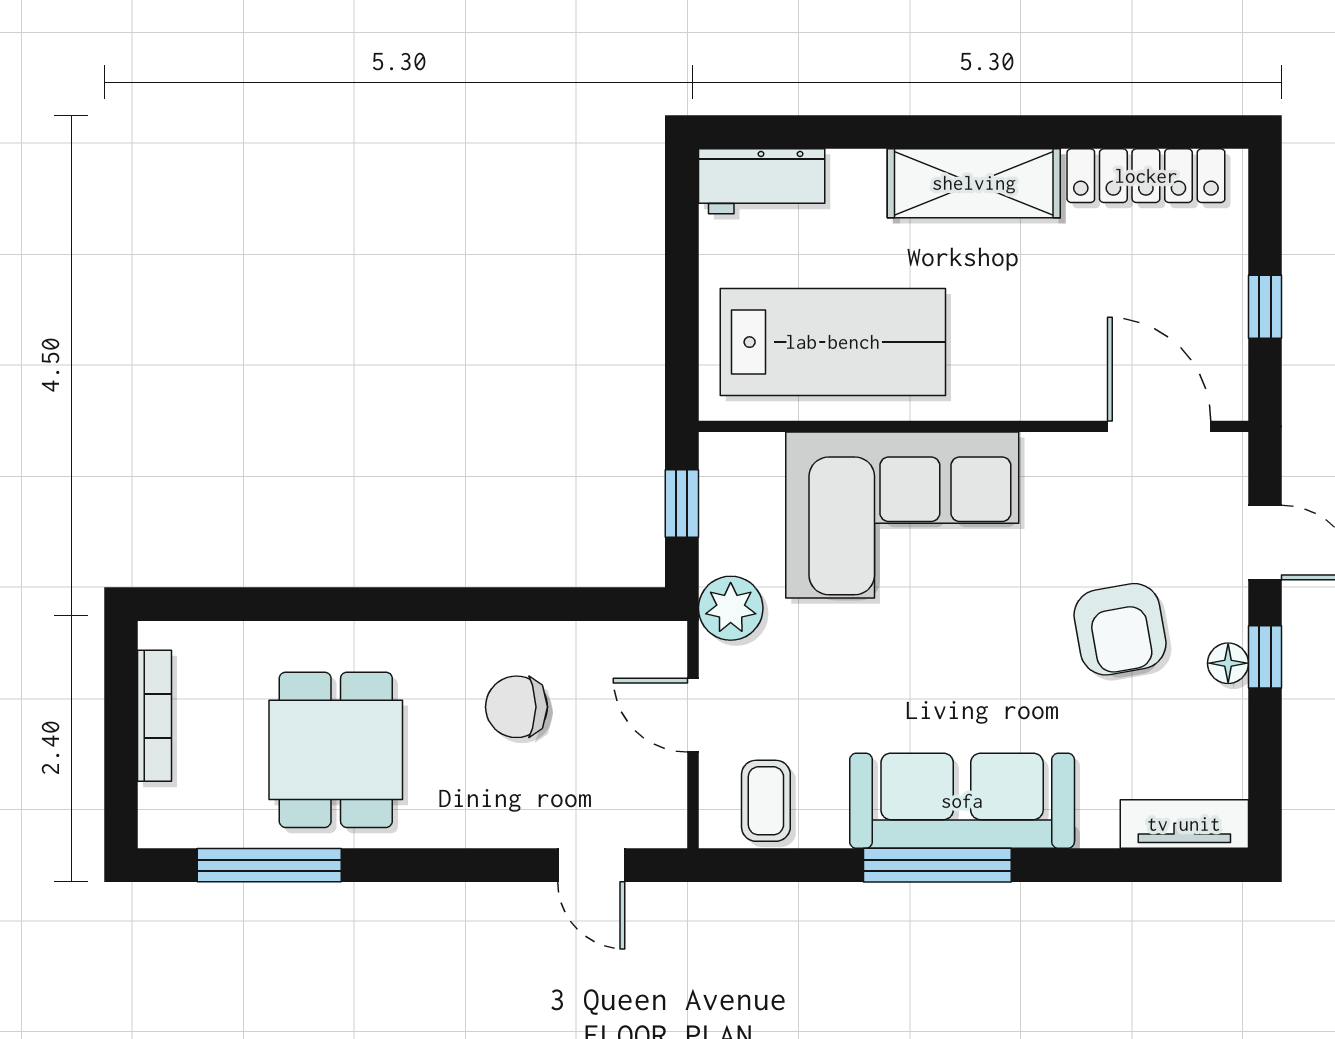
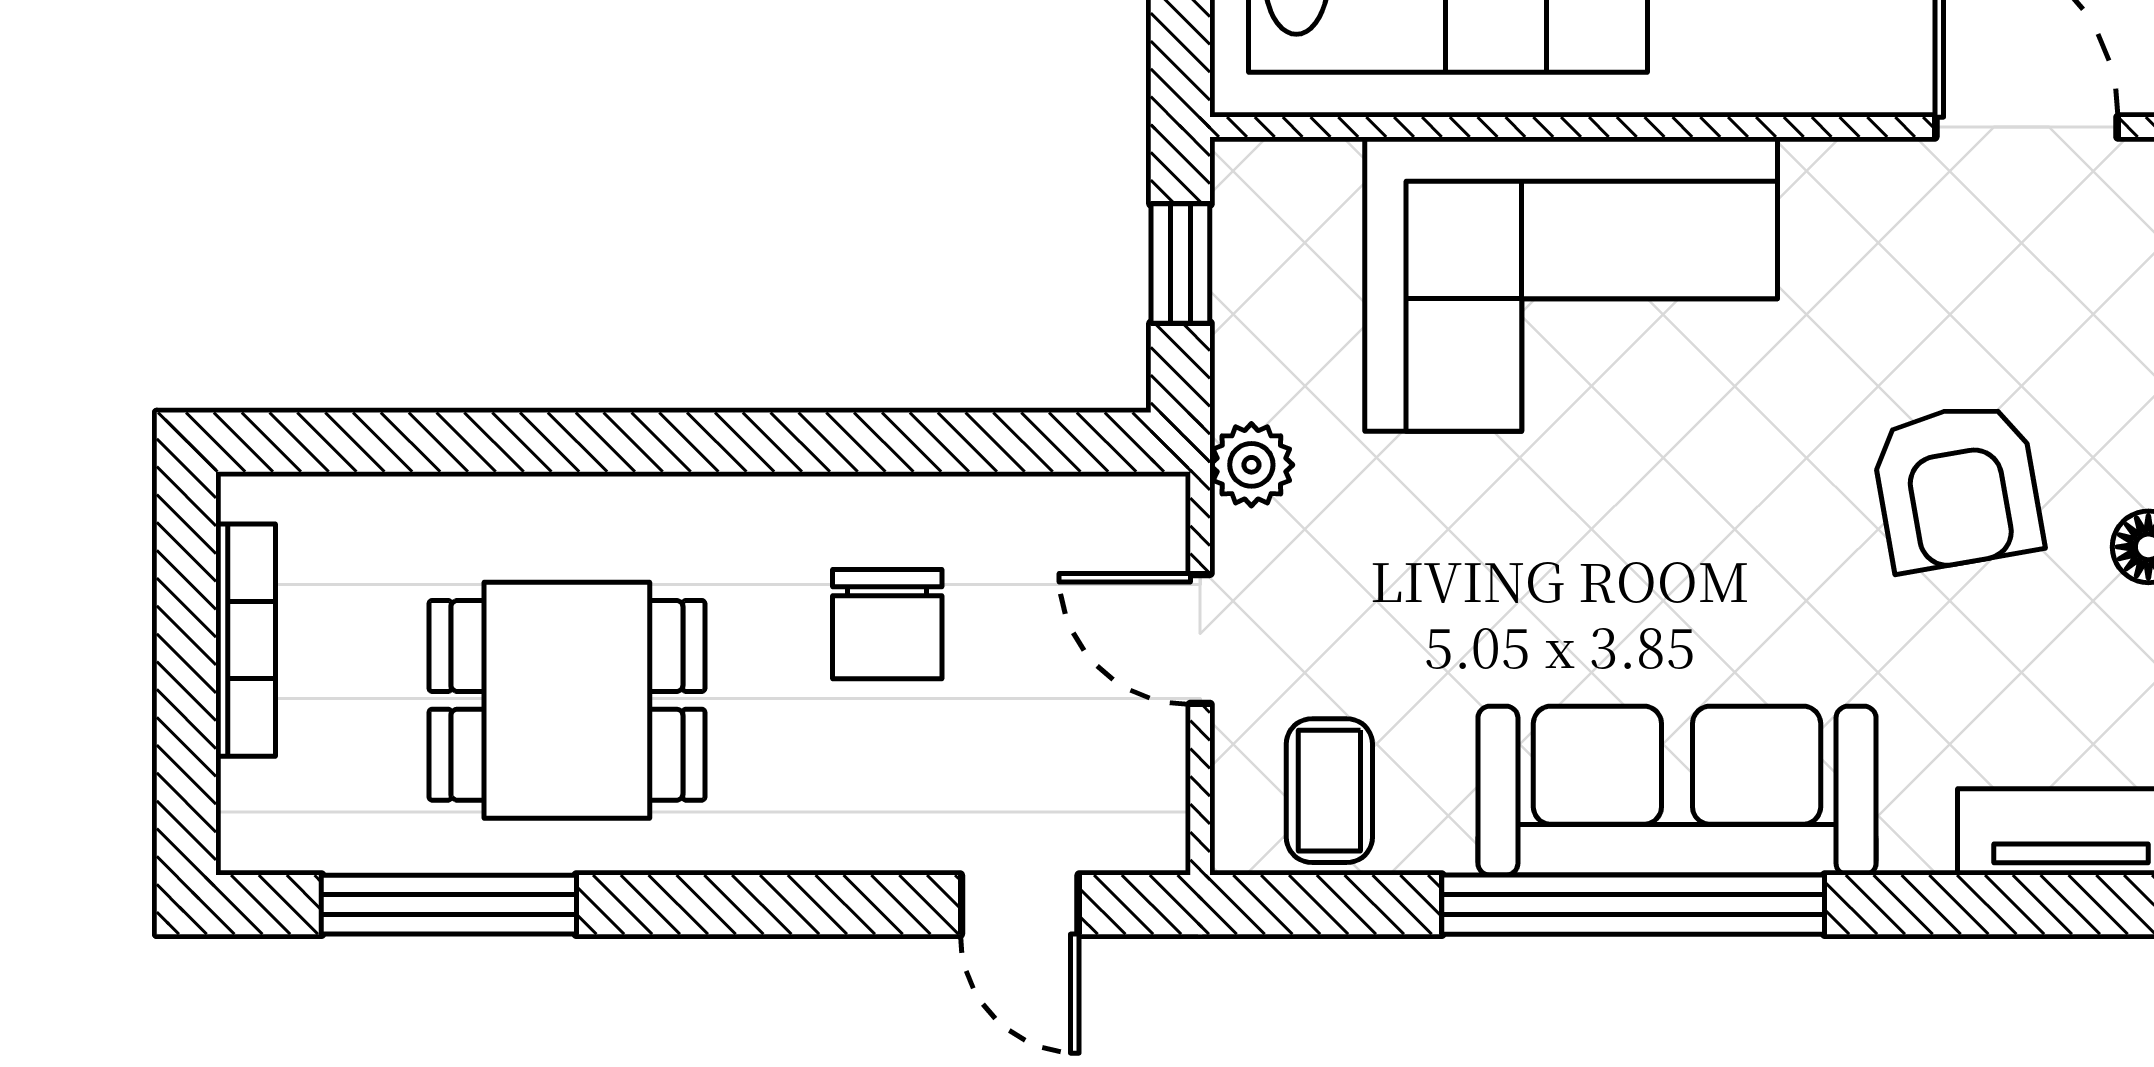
plant: (731, 608) -> (1251, 465), width x0.73, depth x0.73
chair: (516, 707) -> (887, 624), turned -90
dining table: (336, 750) -> (567, 700), turned 90
window: (937, 865) -> (1633, 905), width x1.46

